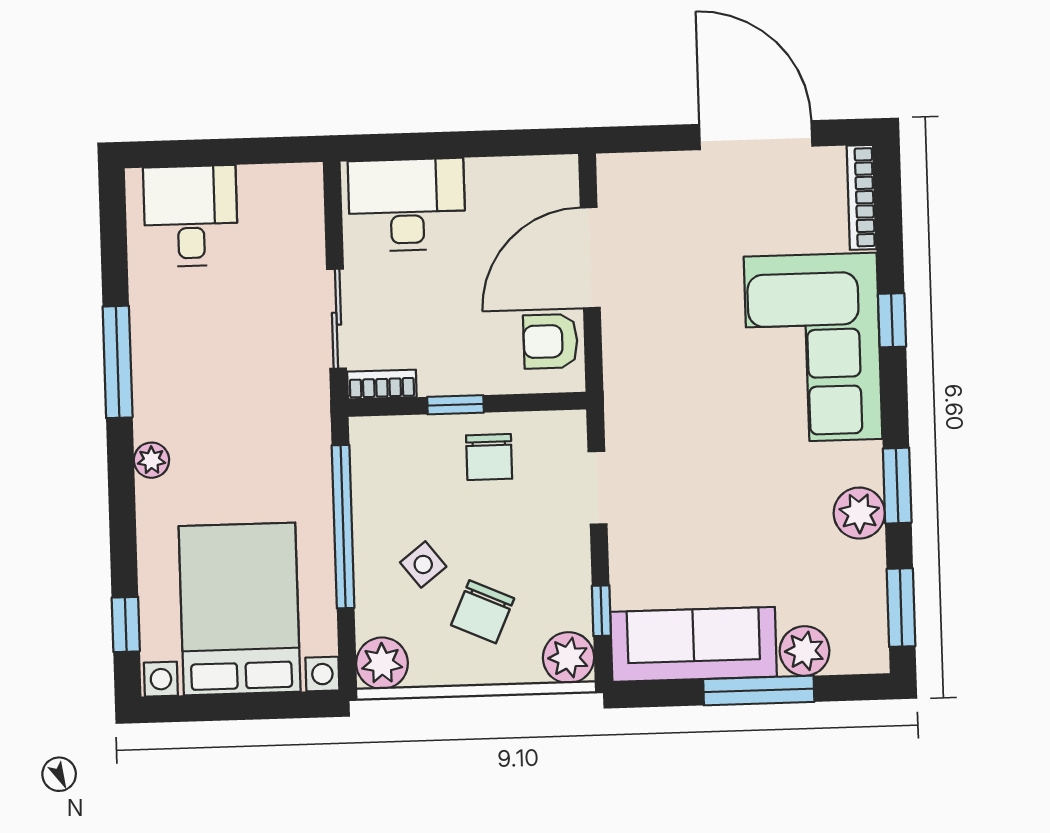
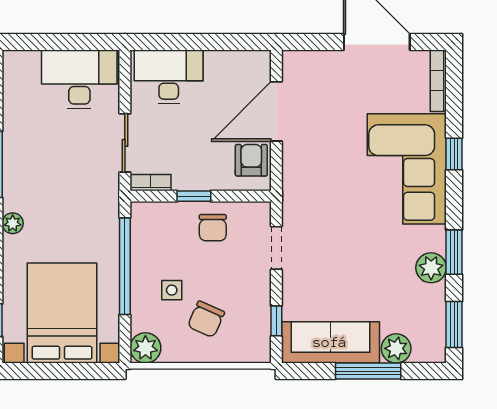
desk: (191, 216) -> (79, 79), moved, width x1.37
armchair: (551, 341) -> (251, 160), turned 90
side table: (423, 564) -> (172, 290), turned 38
plant: (568, 658) -> (256, 348), removed

